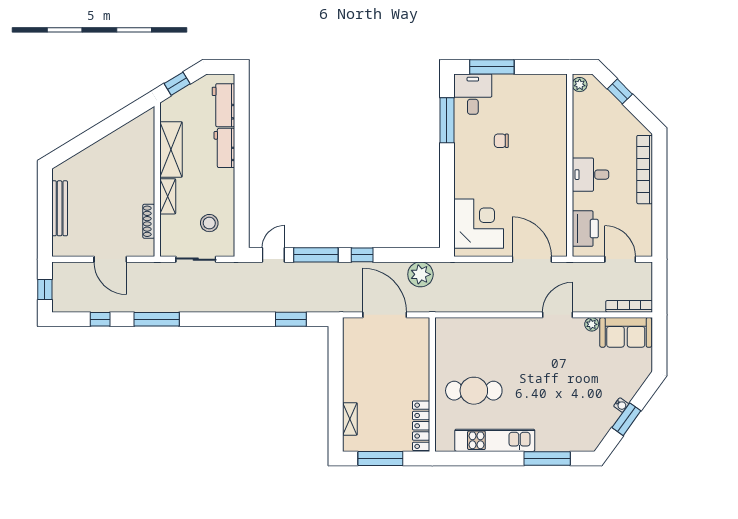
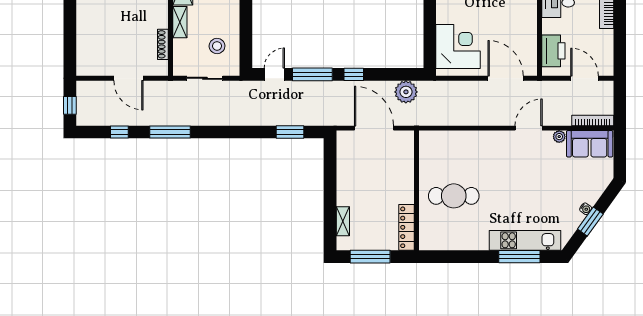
bench: (60, 208) -> (83, 33), removed
kitchen unit: (495, 440) -> (525, 240), moved

